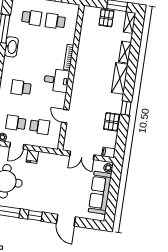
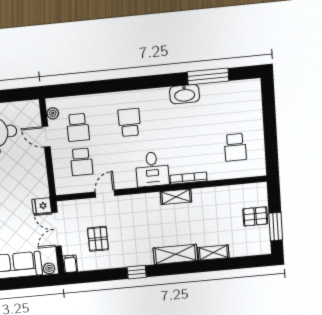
school desk: (32, 18) -> (233, 113), removed
school desk: (55, 21) -> (235, 147), turned 180
shelving: (130, 22) -> (176, 197), moved
pallet: (111, 122) -> (98, 239), moved, turned 90
school desk: (16, 123) -> (78, 127), turned 180
fridge: (32, 157) -> (42, 206), moved

